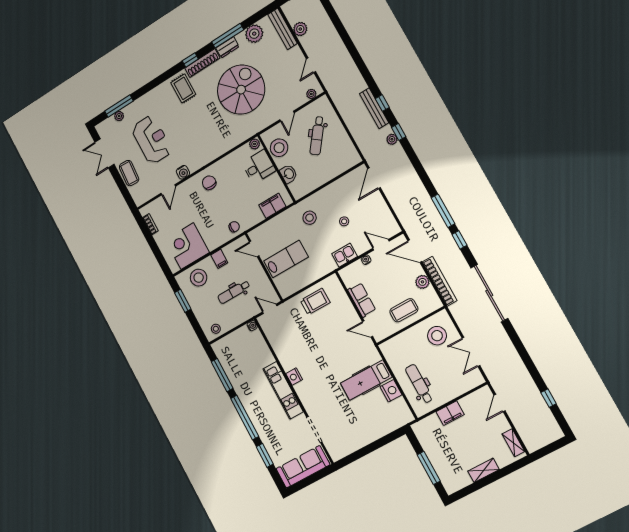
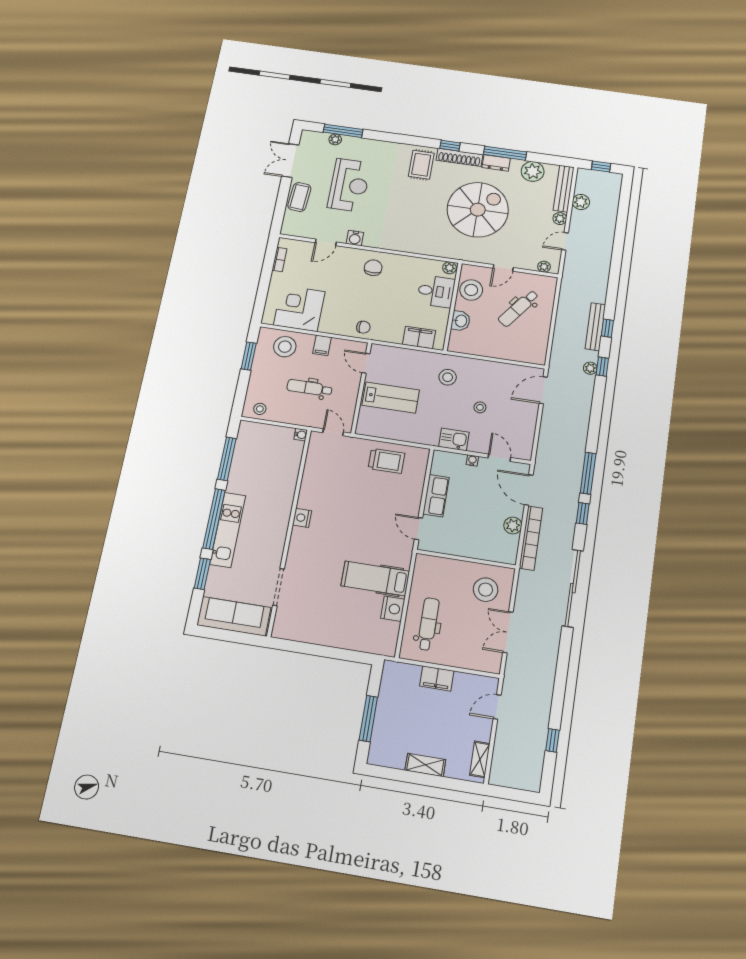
plant: (296, 52) -> (560, 218), added
coffee table: (404, 310) -> (471, 539), removed
kitchen unit: (283, 390) -> (228, 530), moved, turned 180

